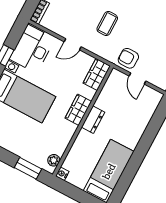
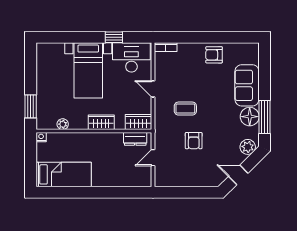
armchair: (128, 58) -> (194, 141), moved, turned 180
dresser: (93, 120) -> (135, 139), moved
plant: (54, 160) -> (63, 124), moved

